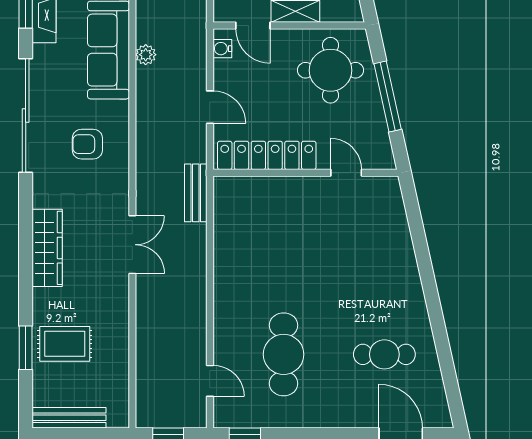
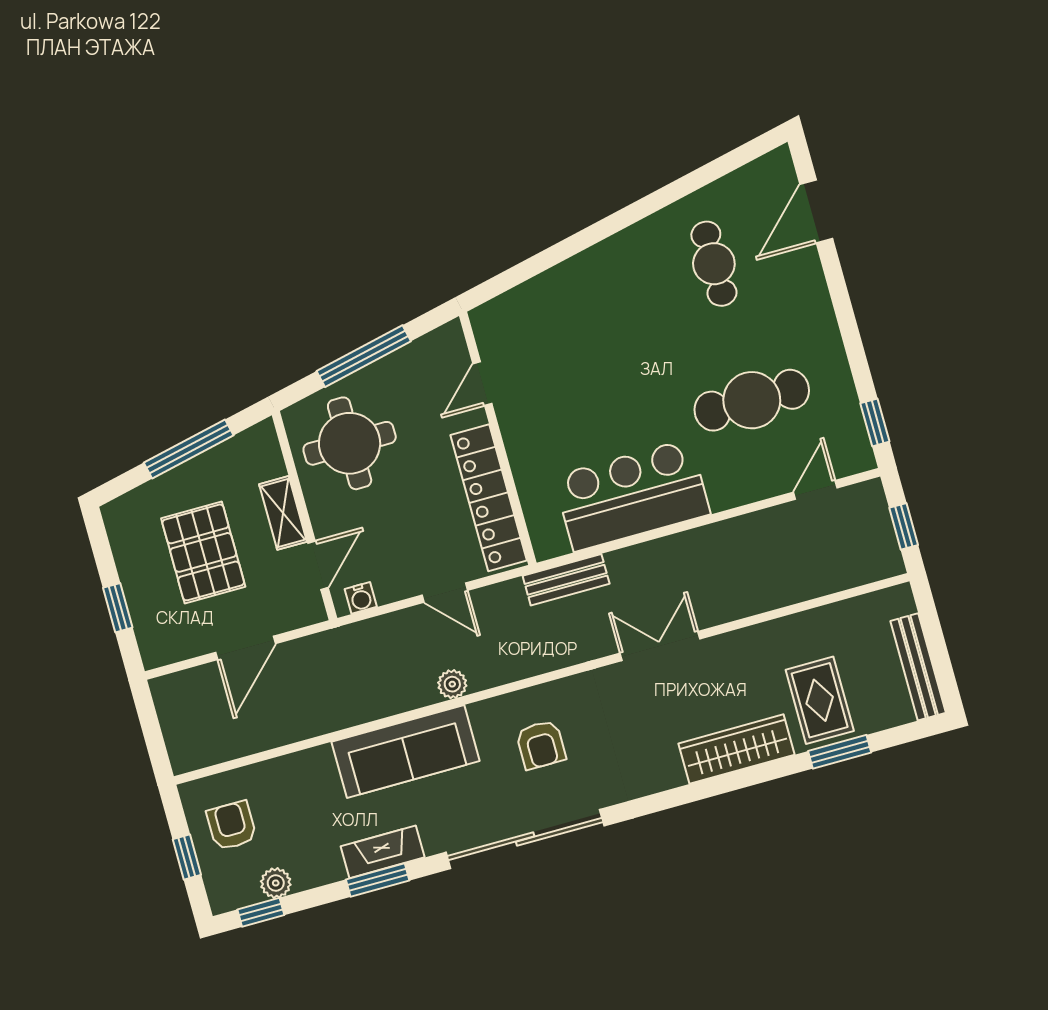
plant: (146, 55) -> (452, 684), moved
door: (210, 107) -> (445, 593), swing flipped
wardrobe: (47, 248) -> (737, 749), moved
bar counter: (241, 254) -> (632, 495), added

